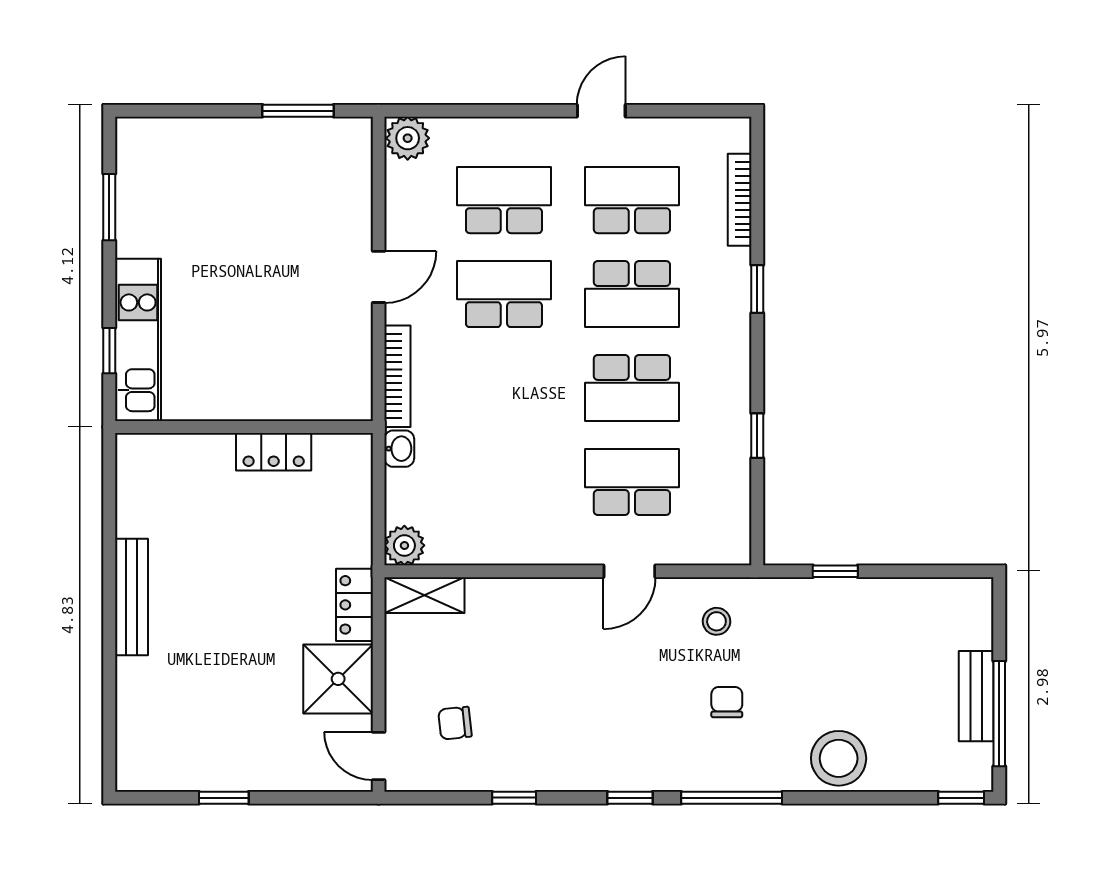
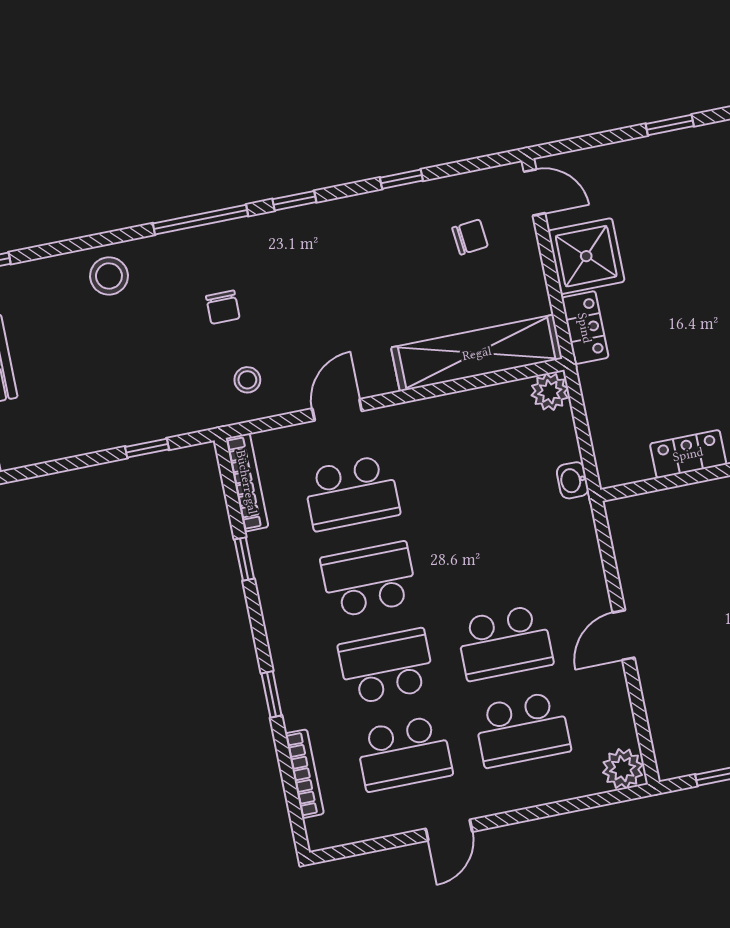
bookcase: (397, 376) -> (247, 482), moved, turned 180
shelving: (424, 595) -> (477, 353), width x2.20, depth x1.33
stool: (839, 758) -> (109, 276), width x0.73, depth x0.73

